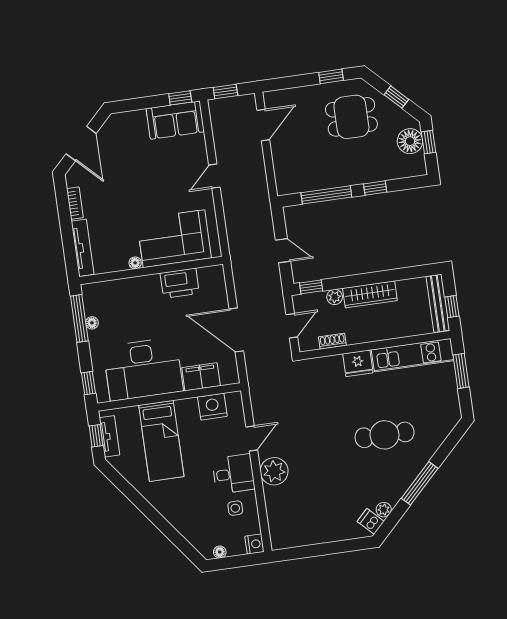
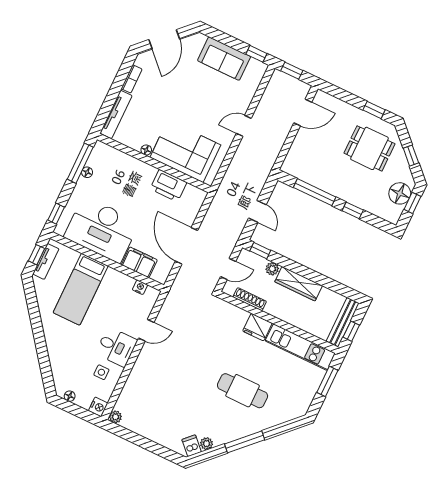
sofa: (175, 120) -> (224, 59), moved
shoe rack: (332, 341) -> (250, 299), width x1.43
nightstand: (212, 407) -> (140, 287), width x0.53, depth x0.56
plant: (274, 471) -> (115, 417), moved, width x0.53, depth x0.53

